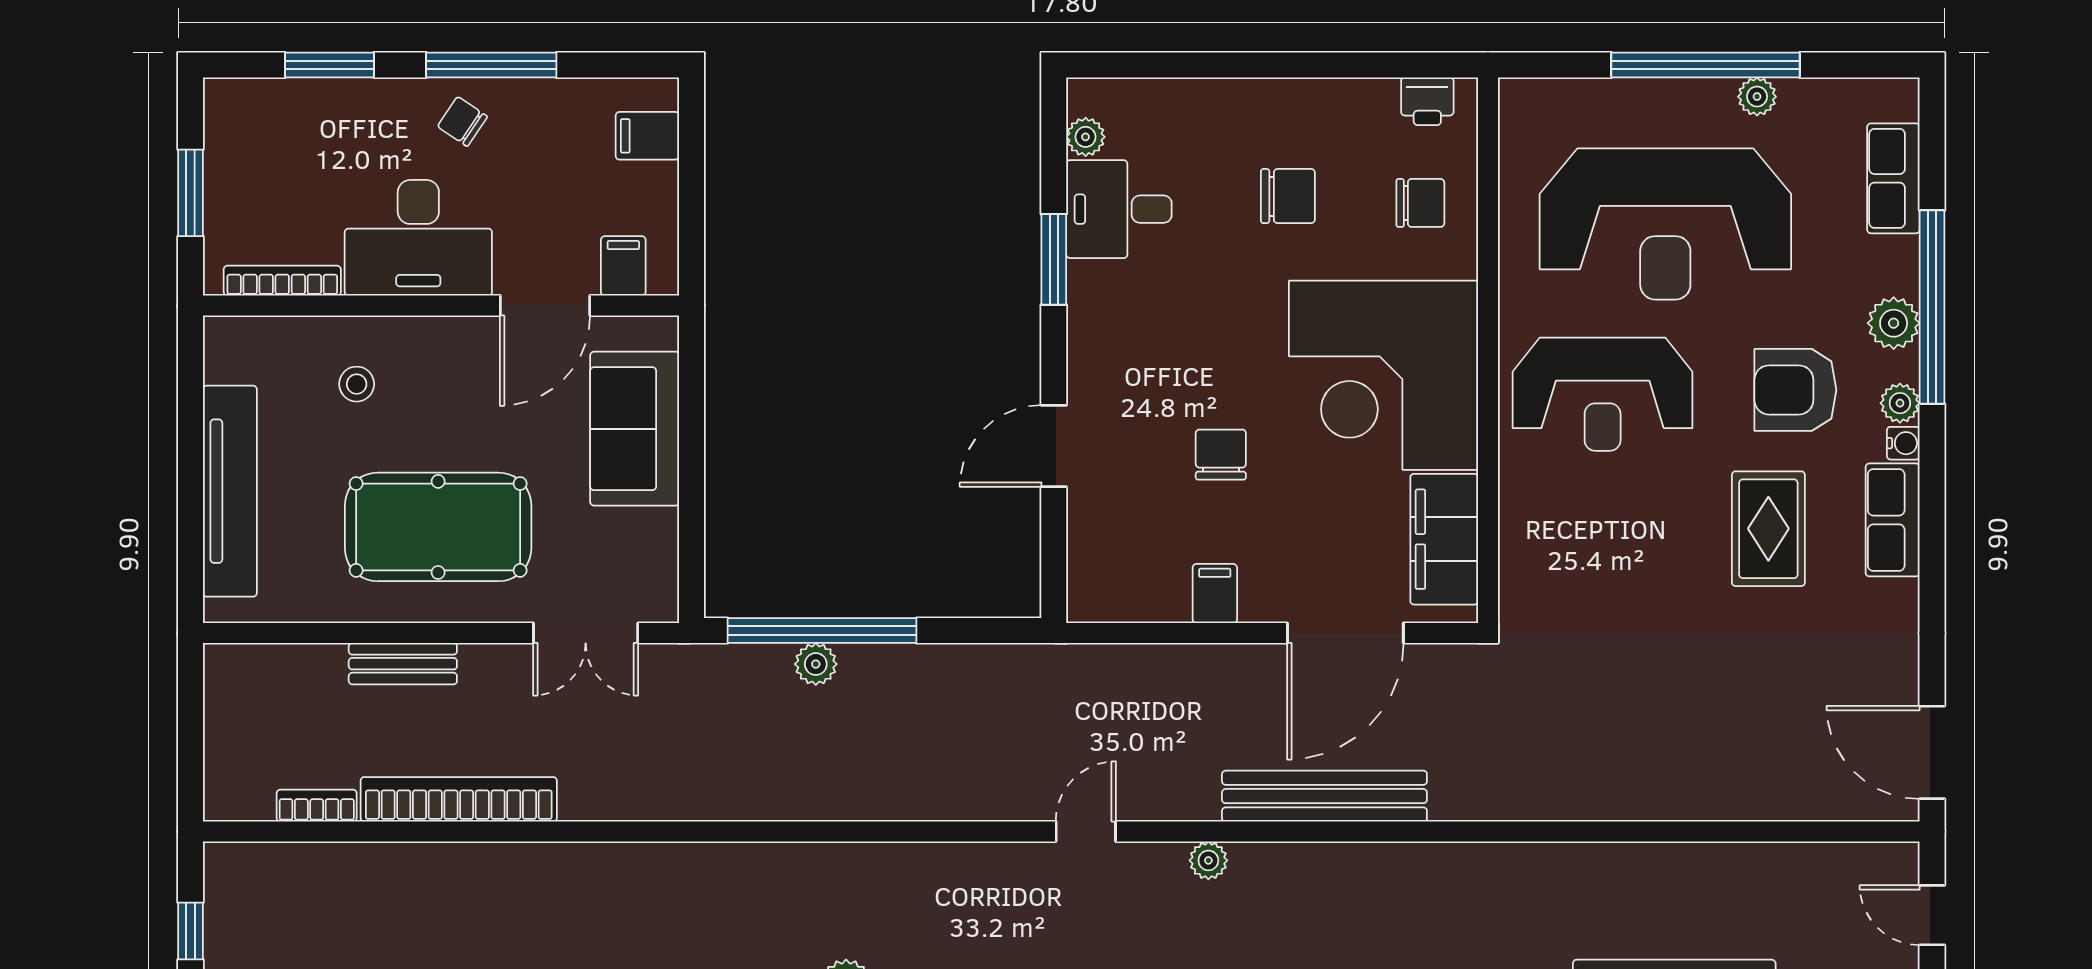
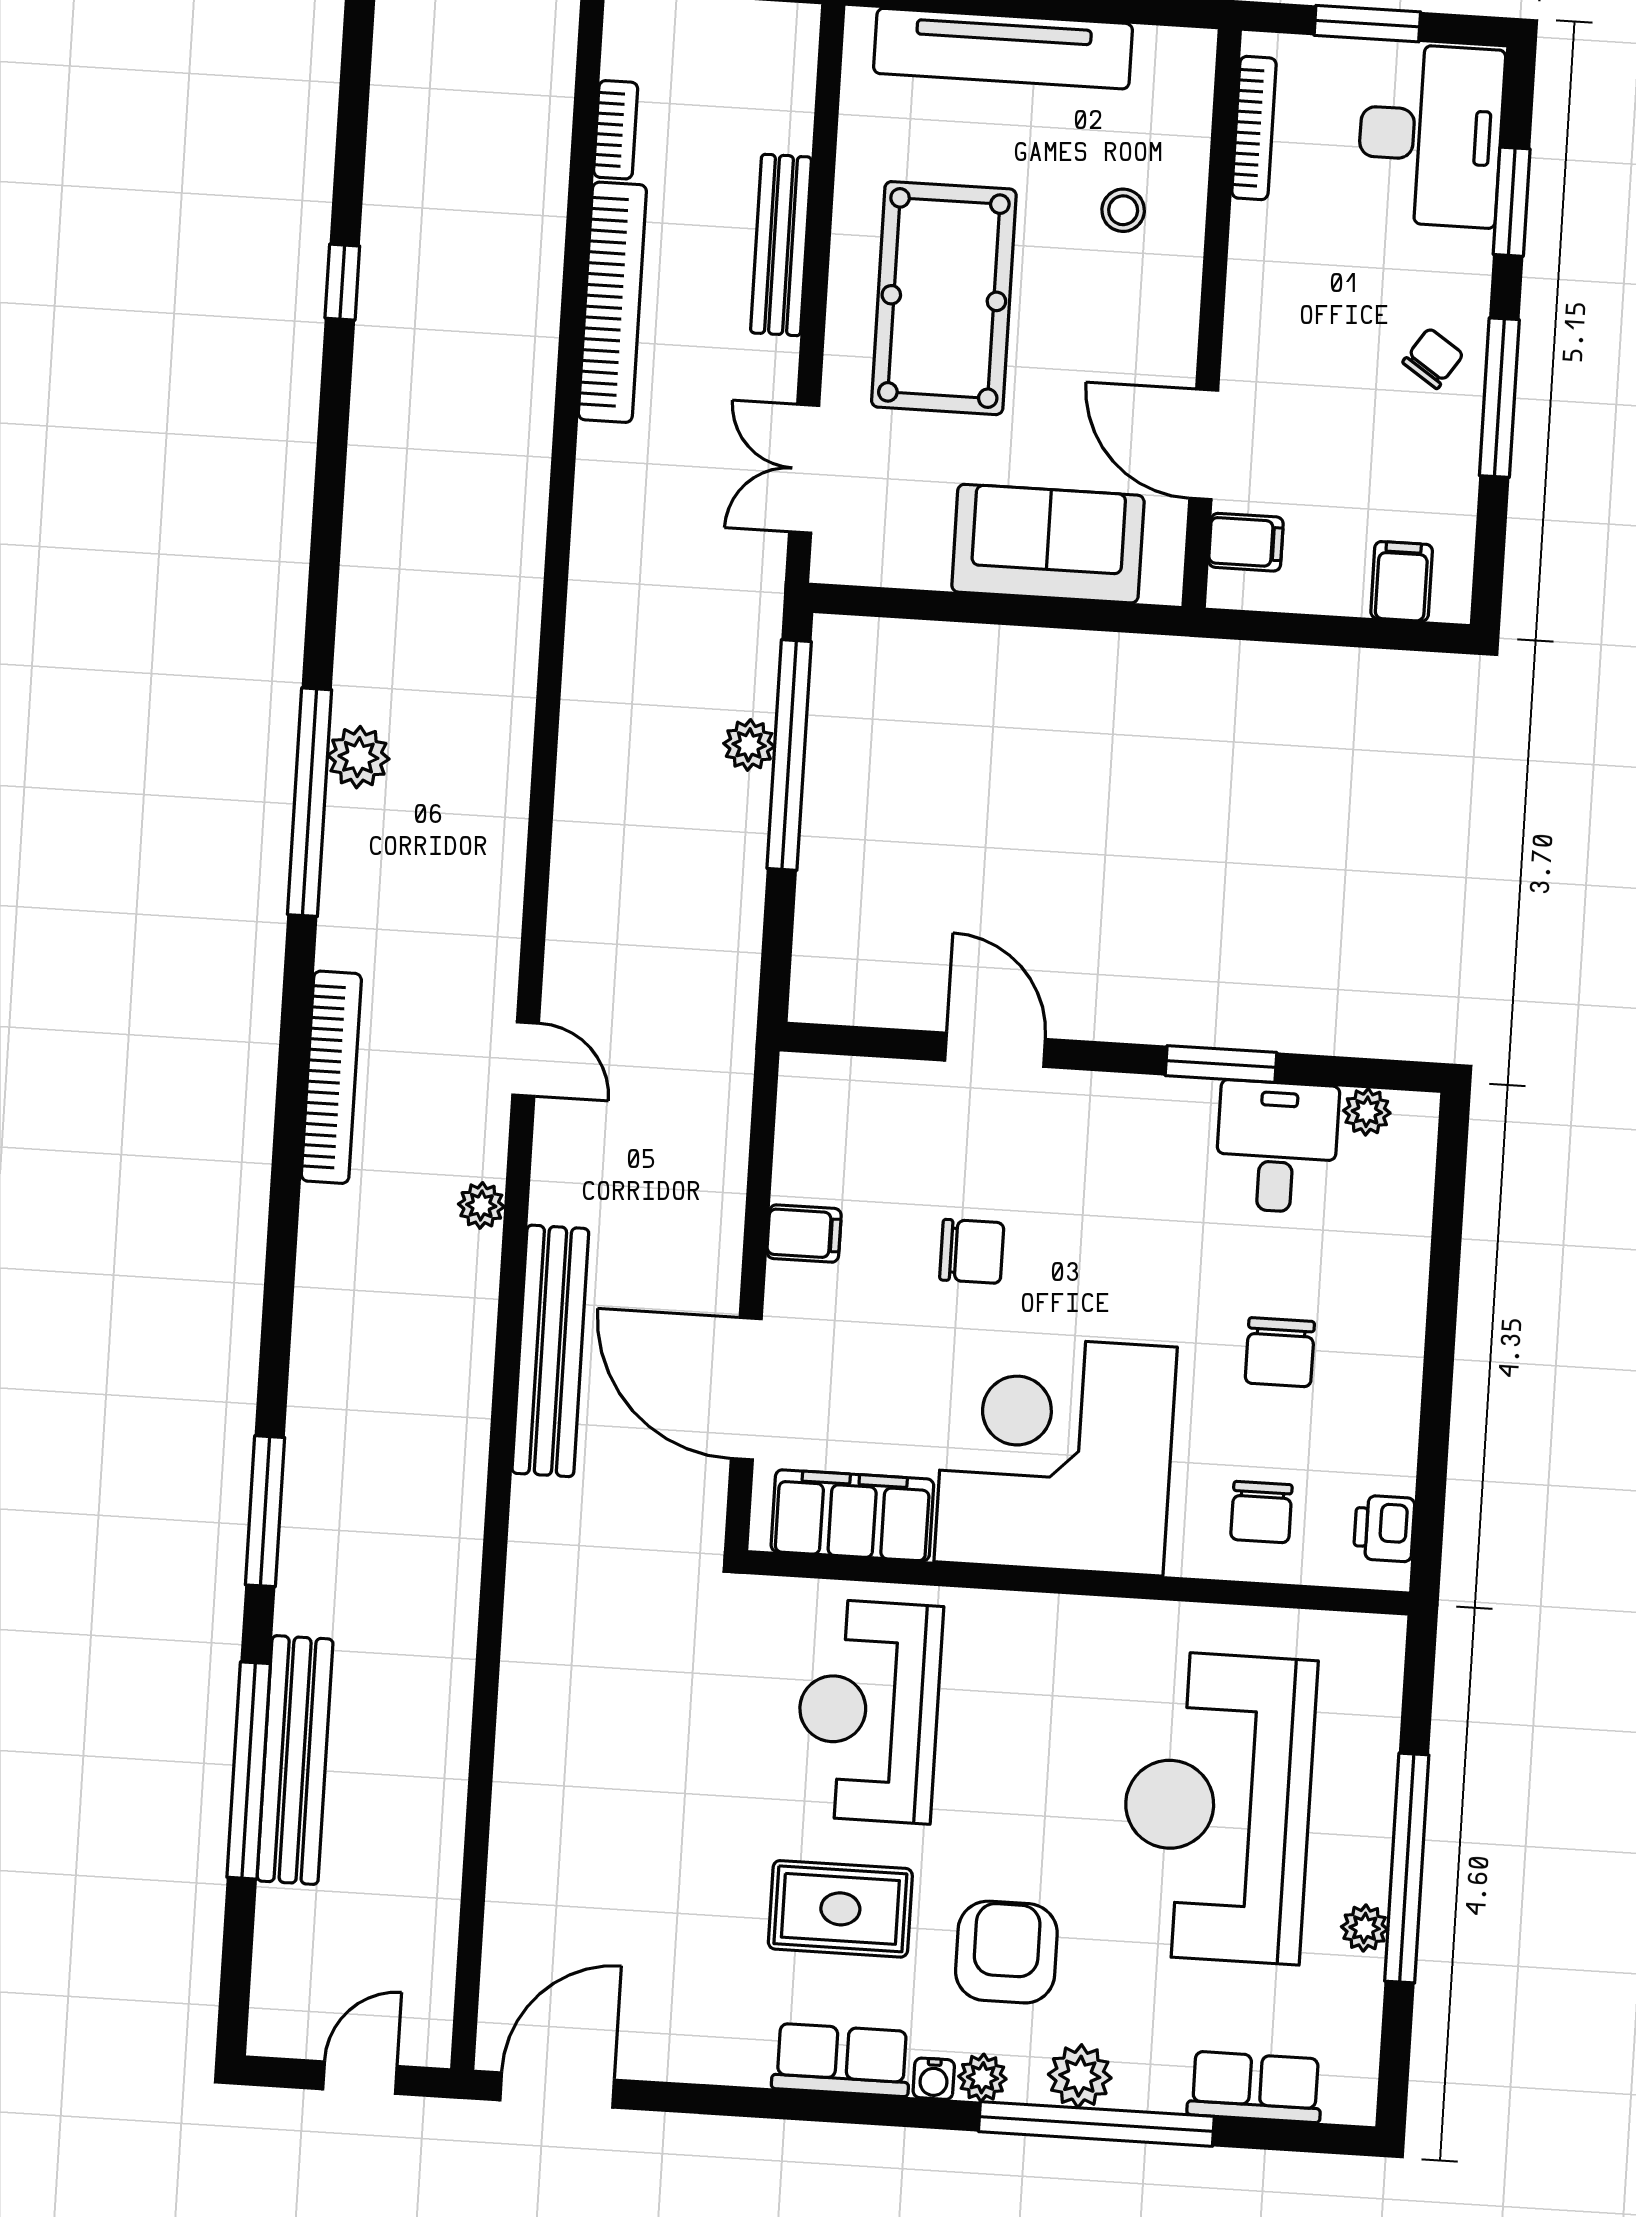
desk: (418, 238) -> (1430, 135), moved, turned 180
reception desk: (1603, 394) -> (868, 1711), moved
bench: (403, 664) -> (781, 245), width x1.36

